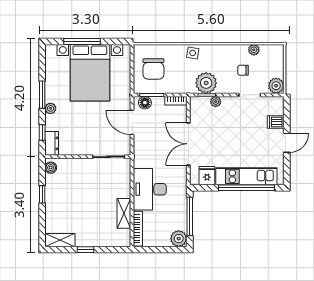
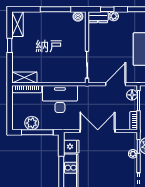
plant: (50, 108) -> (114, 16), moved
window: (42, 194) -> (56, 9), width x2.17
shelving: (124, 213) -> (24, 77), moved
plant: (179, 239) -> (32, 123), moved

